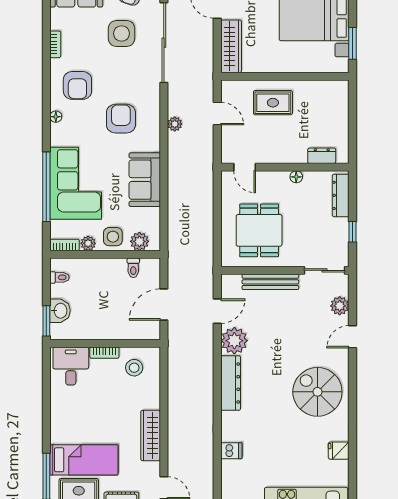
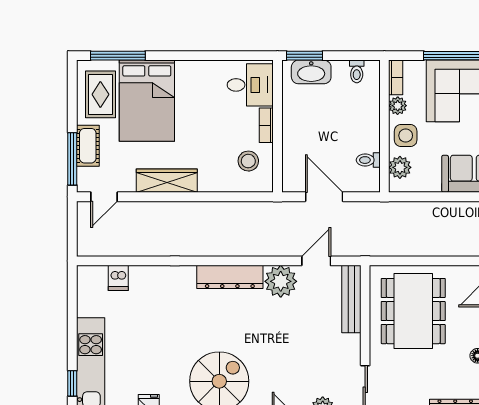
dining table: (259, 230) -> (413, 311), width x1.38
bench: (270, 282) -> (351, 299), moved
washbasin: (60, 311) -> (311, 72), width x1.38
door: (217, 311) -> (316, 261), swing flipped
dishwasher: (231, 451) -> (118, 278), moved
bed: (84, 460) -> (147, 101), width x1.50

